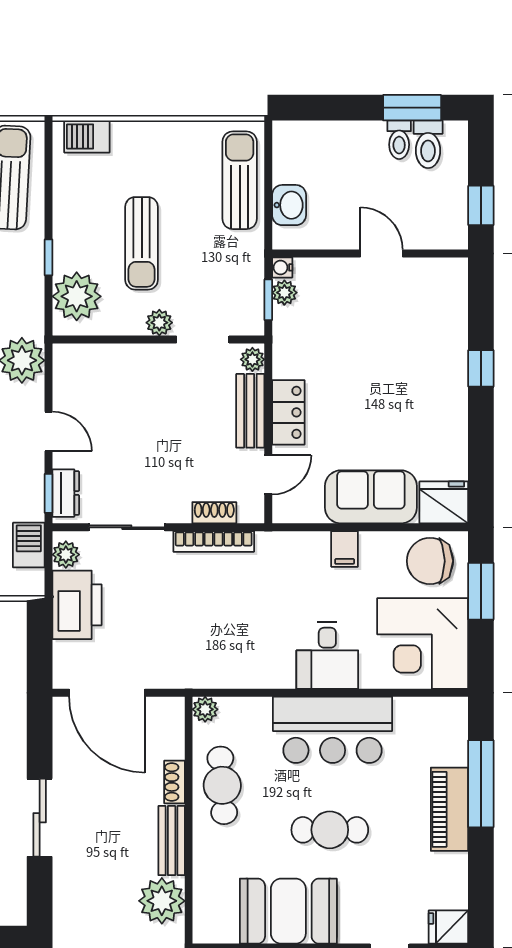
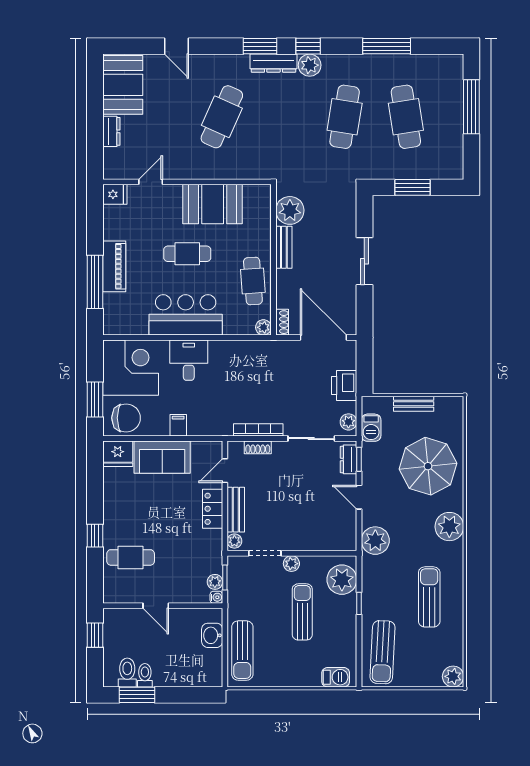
cafe table: (423, 333) -> (131, 557), added
printer: (77, 605) -> (344, 386), width x0.73, depth x0.84
shoe rack: (174, 782) -> (282, 322), moved

